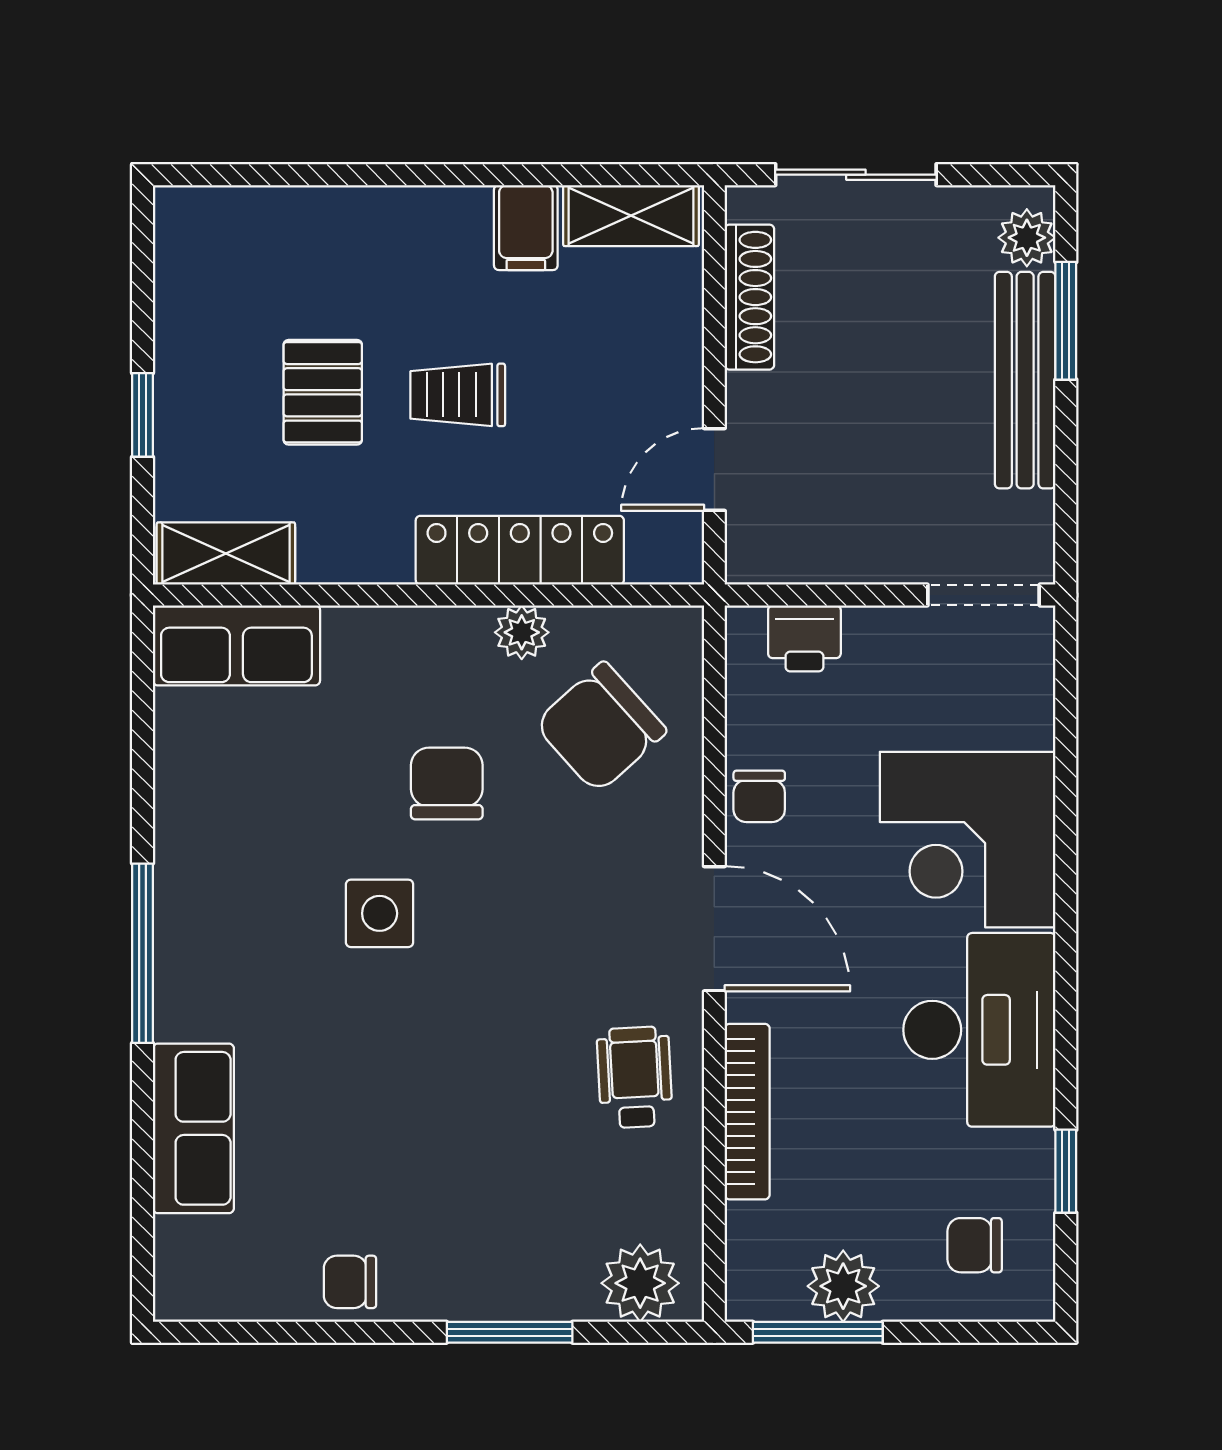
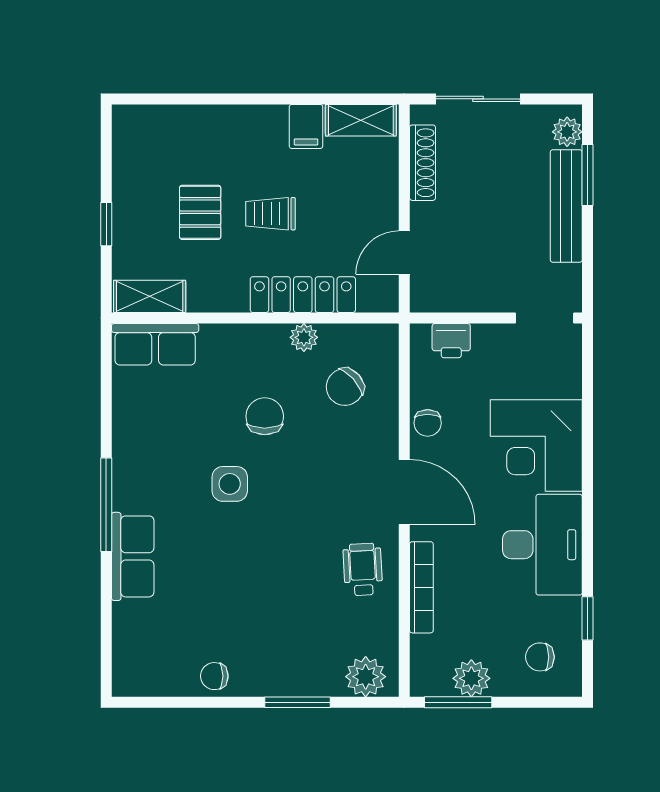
chair: (600, 727) -> (345, 387), width x0.73, depth x0.73
row of seats: (193, 1128) -> (133, 556), moved

